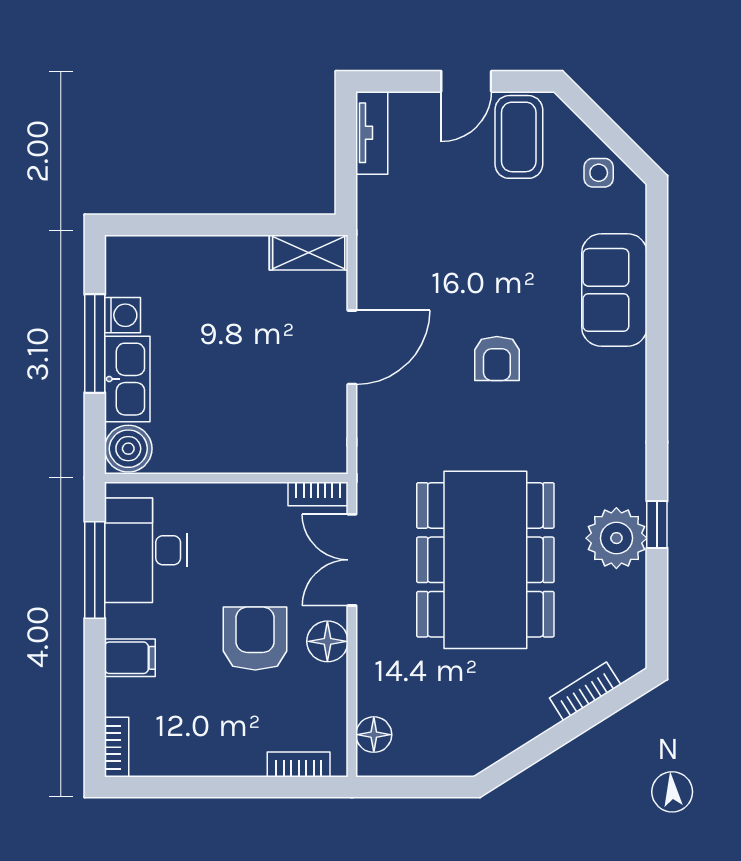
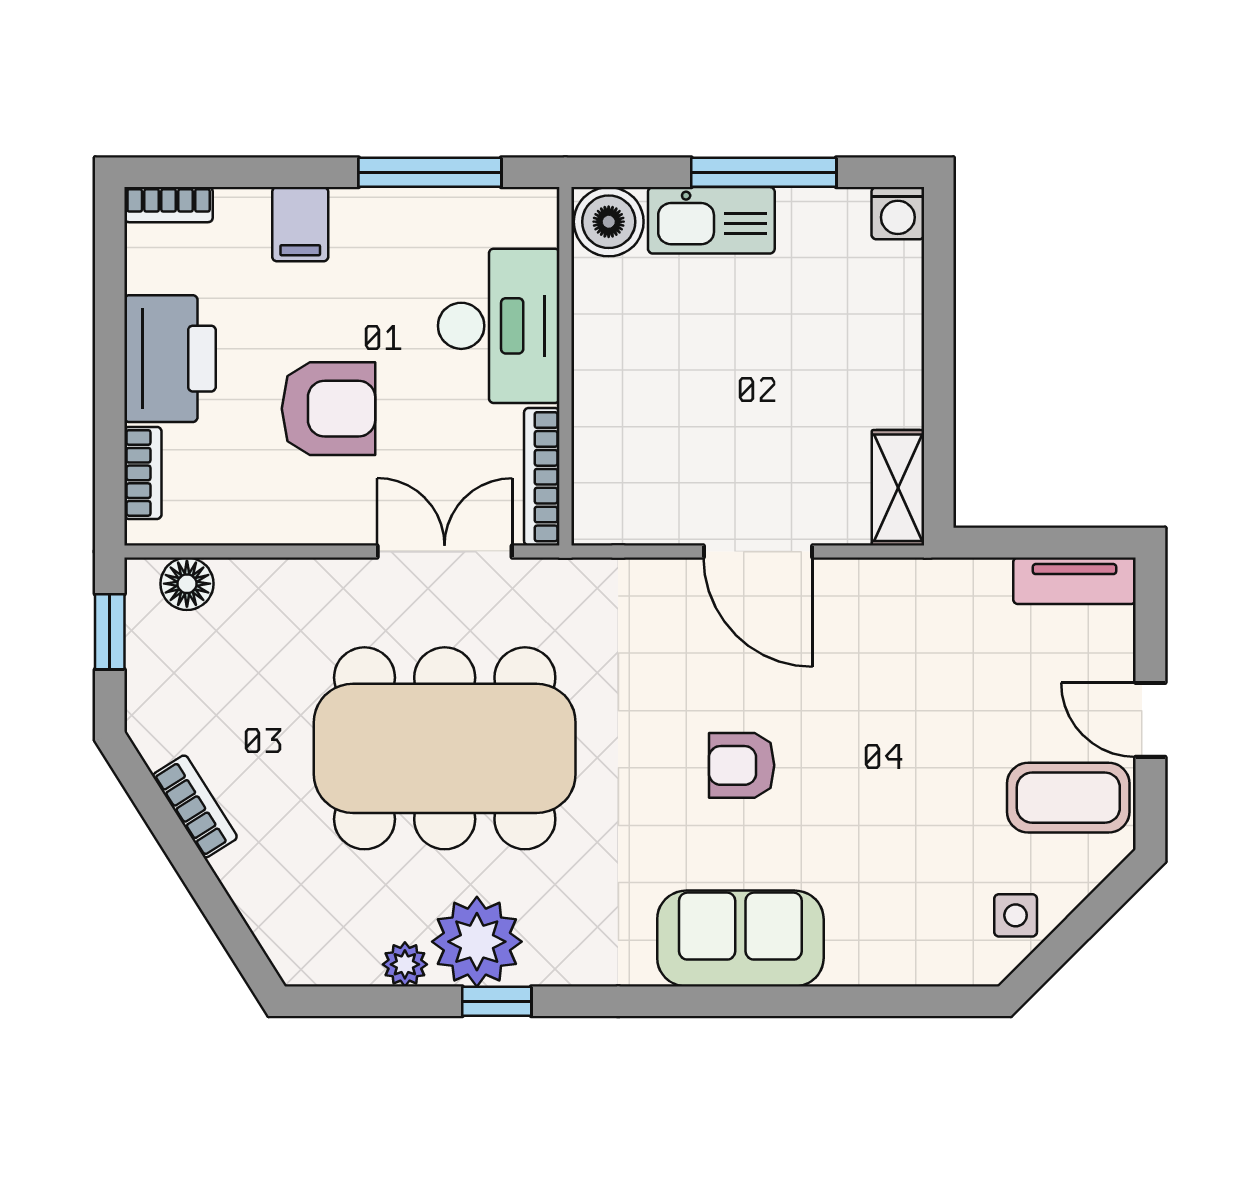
sofa: (614, 290) -> (740, 939), moved
washing machine: (122, 315) -> (898, 213), moved
bookcase: (318, 494) -> (542, 477), width x1.56
desk: (146, 550) -> (499, 326), moved, turned 90
plant: (632, 587) -> (405, 964), added
floor lamp: (327, 641) -> (324, 515), removed
bookcase: (585, 691) -> (195, 806), moved
printer: (221, 746) -> (170, 359), added
window: (406, 787) -> (110, 632), added

